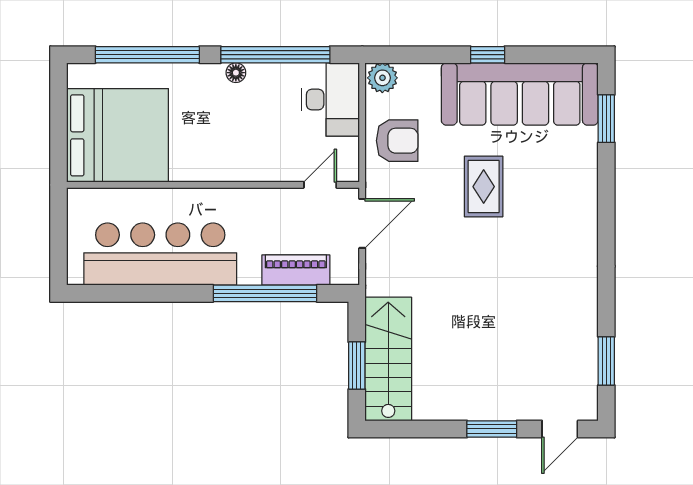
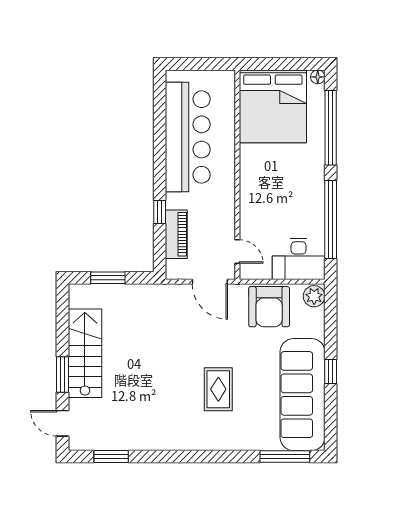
floor lamp: (236, 73) -> (318, 77), moved
window: (606, 119) -> (285, 457), width x1.44
armchair: (397, 141) -> (269, 307), width x1.36, depth x1.36
rug: (484, 187) -> (218, 389), moved, turned 90
window: (265, 293) -> (160, 212), width x0.32
stairs: (388, 359) -> (85, 353), moved, turned -90

